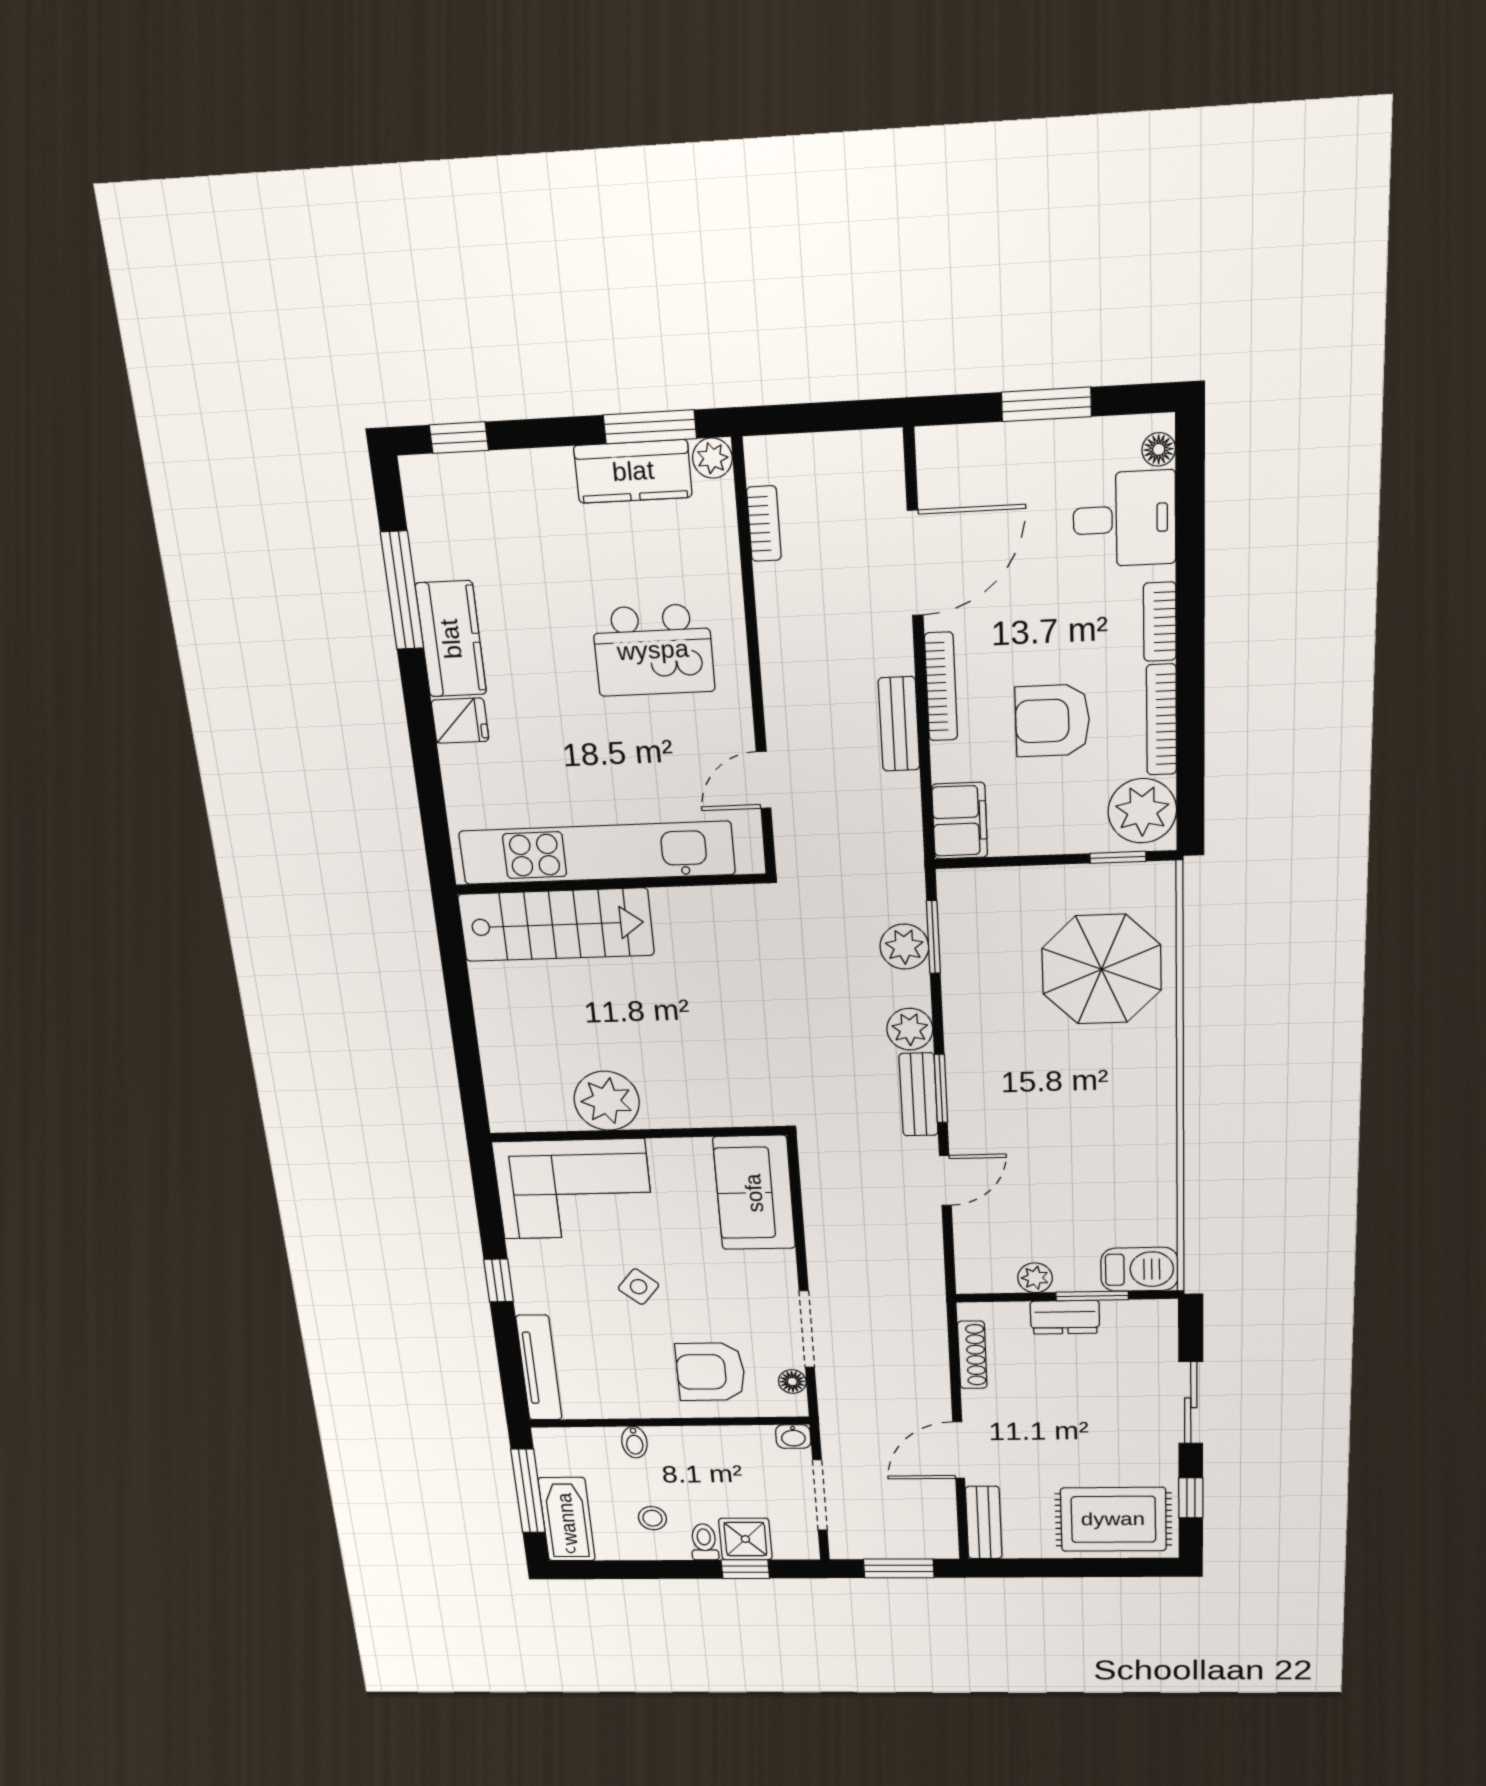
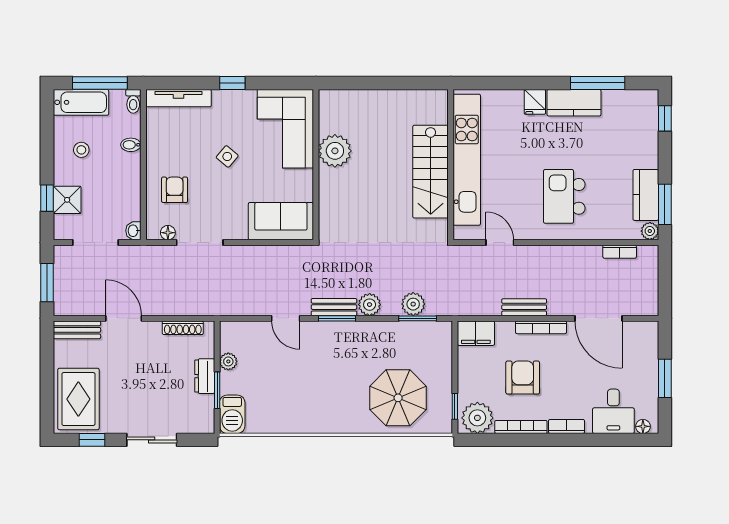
stairs: (556, 925) -> (431, 172), moved
armchair: (711, 1372) -> (175, 190), width x0.72, depth x0.72
toilet: (704, 1542) -> (133, 101), moved, turned 90

